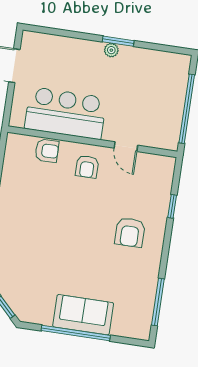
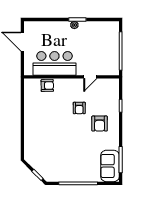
door: (126, 147) -> (90, 77), hinge flipped
armchair: (87, 167) -> (79, 108), moved
sofa: (83, 315) -> (110, 166), moved, turned -90

